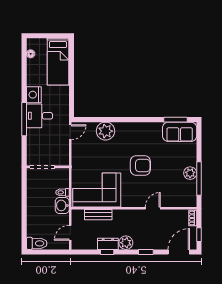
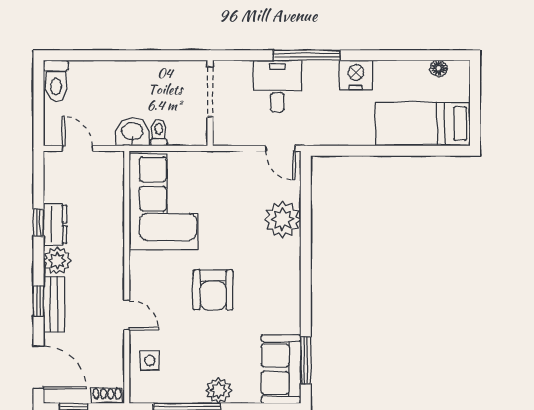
desk: (39, 116) -> (277, 86), moved
plant: (190, 173) -> (219, 390), moved
side table: (175, 197) -> (150, 360), added
bench: (98, 215) -> (54, 304), moved

